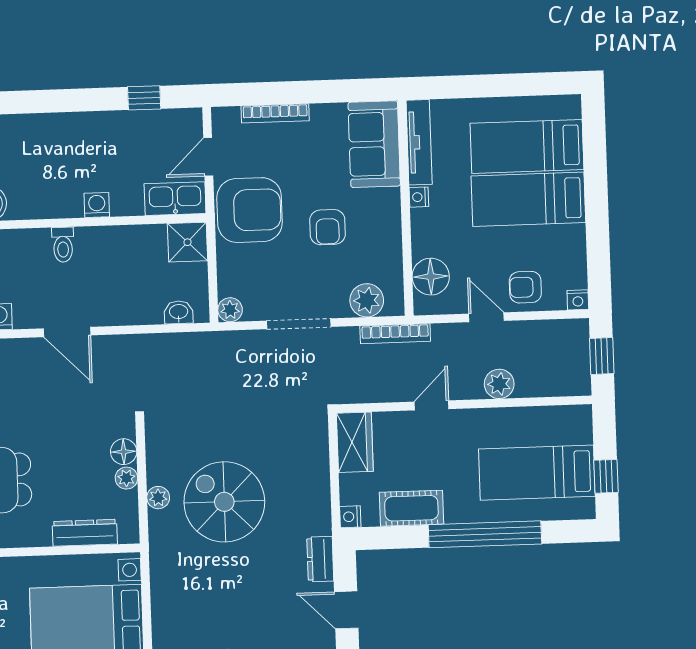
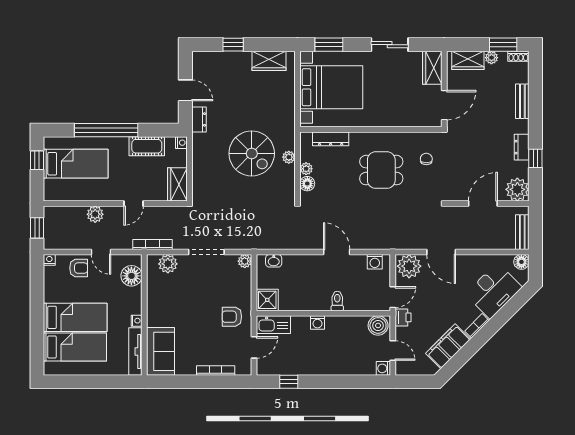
armchair: (250, 210) -> (232, 317), width x0.53, depth x0.53
armchair: (327, 227) -> (188, 306), removed

